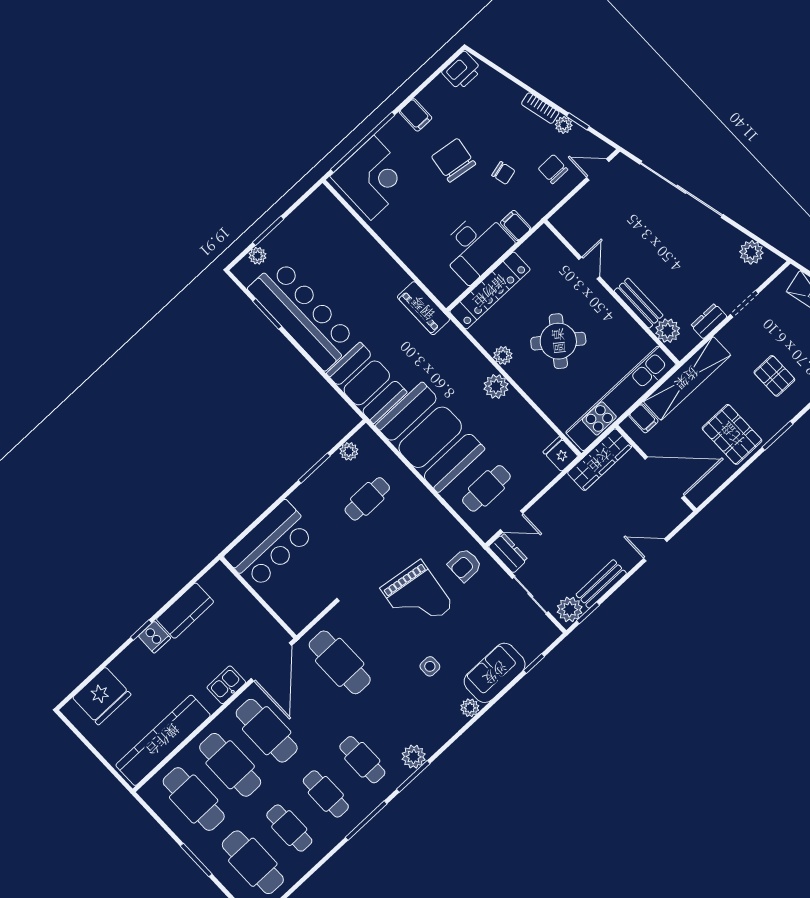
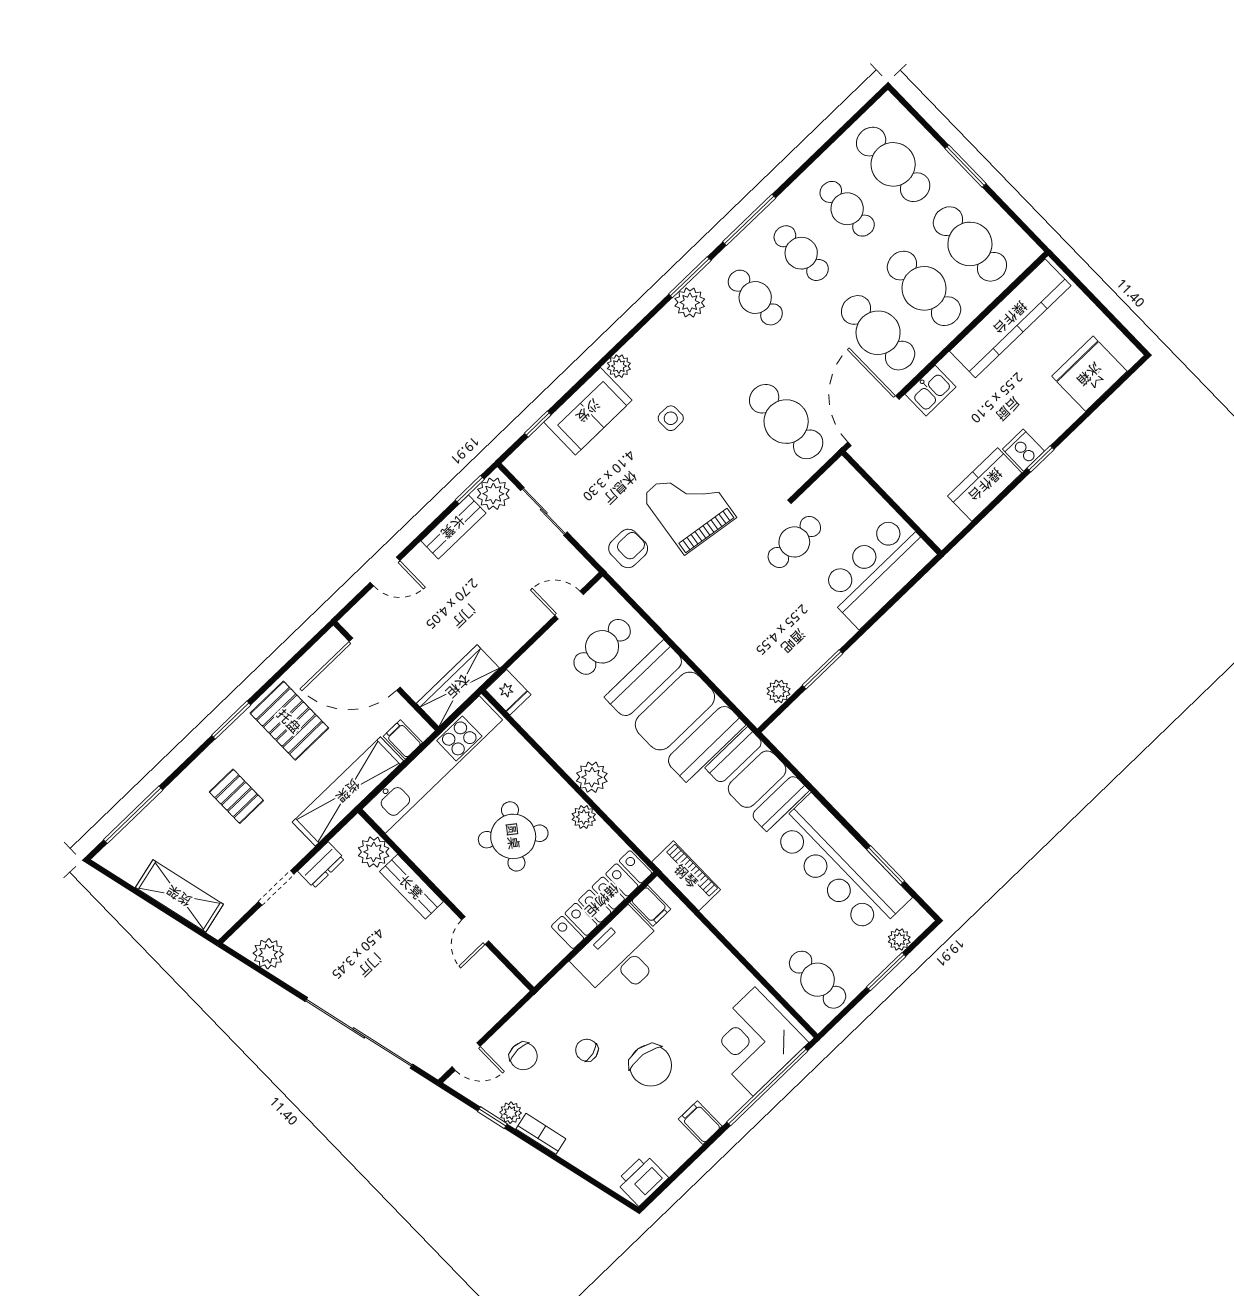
cafe table: (322, 225) -> (818, 980), added
filing cabinet: (516, 225) -> (650, 906), moved
cafe table: (367, 499) -> (794, 542), moved
dresser: (508, 553) -> (573, 565), removed

